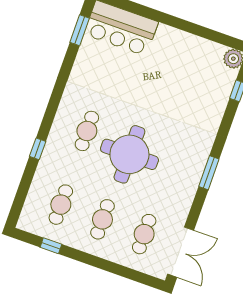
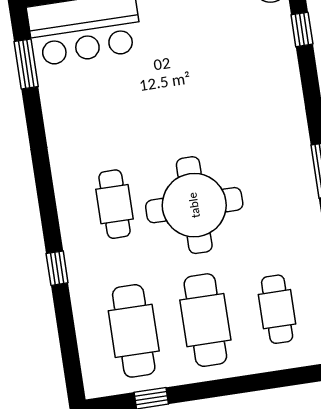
cafe table: (61, 205) -> (134, 331), width x1.37, depth x1.35
cafe table: (102, 219) -> (205, 320), width x1.37, depth x1.35

